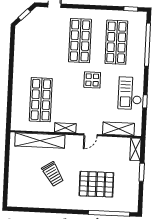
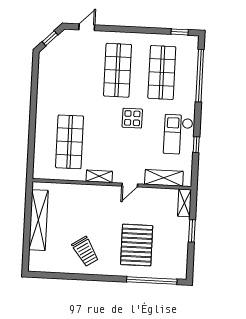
shelving: (40, 140) -> (38, 220), moved, turned 90
trolley: (53, 174) -> (85, 251), moved
pallet: (96, 184) -> (137, 245), turned 90

